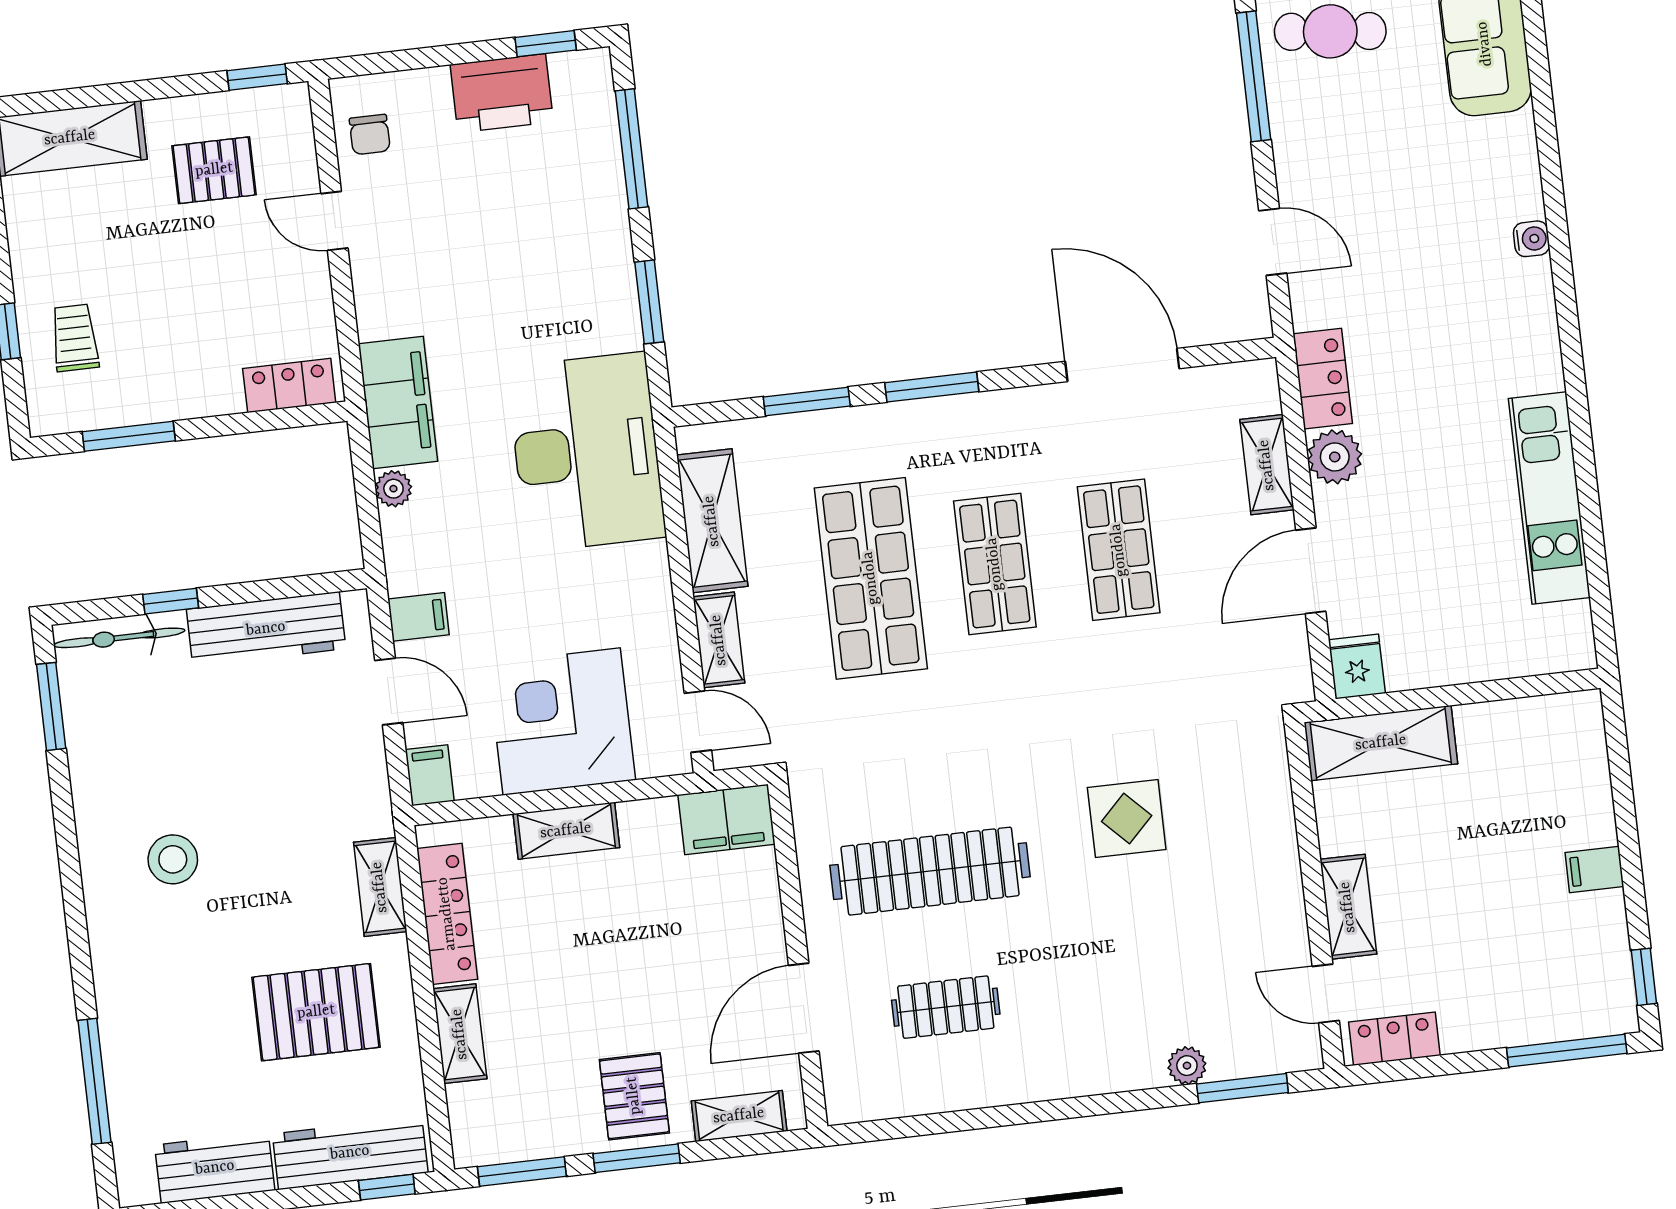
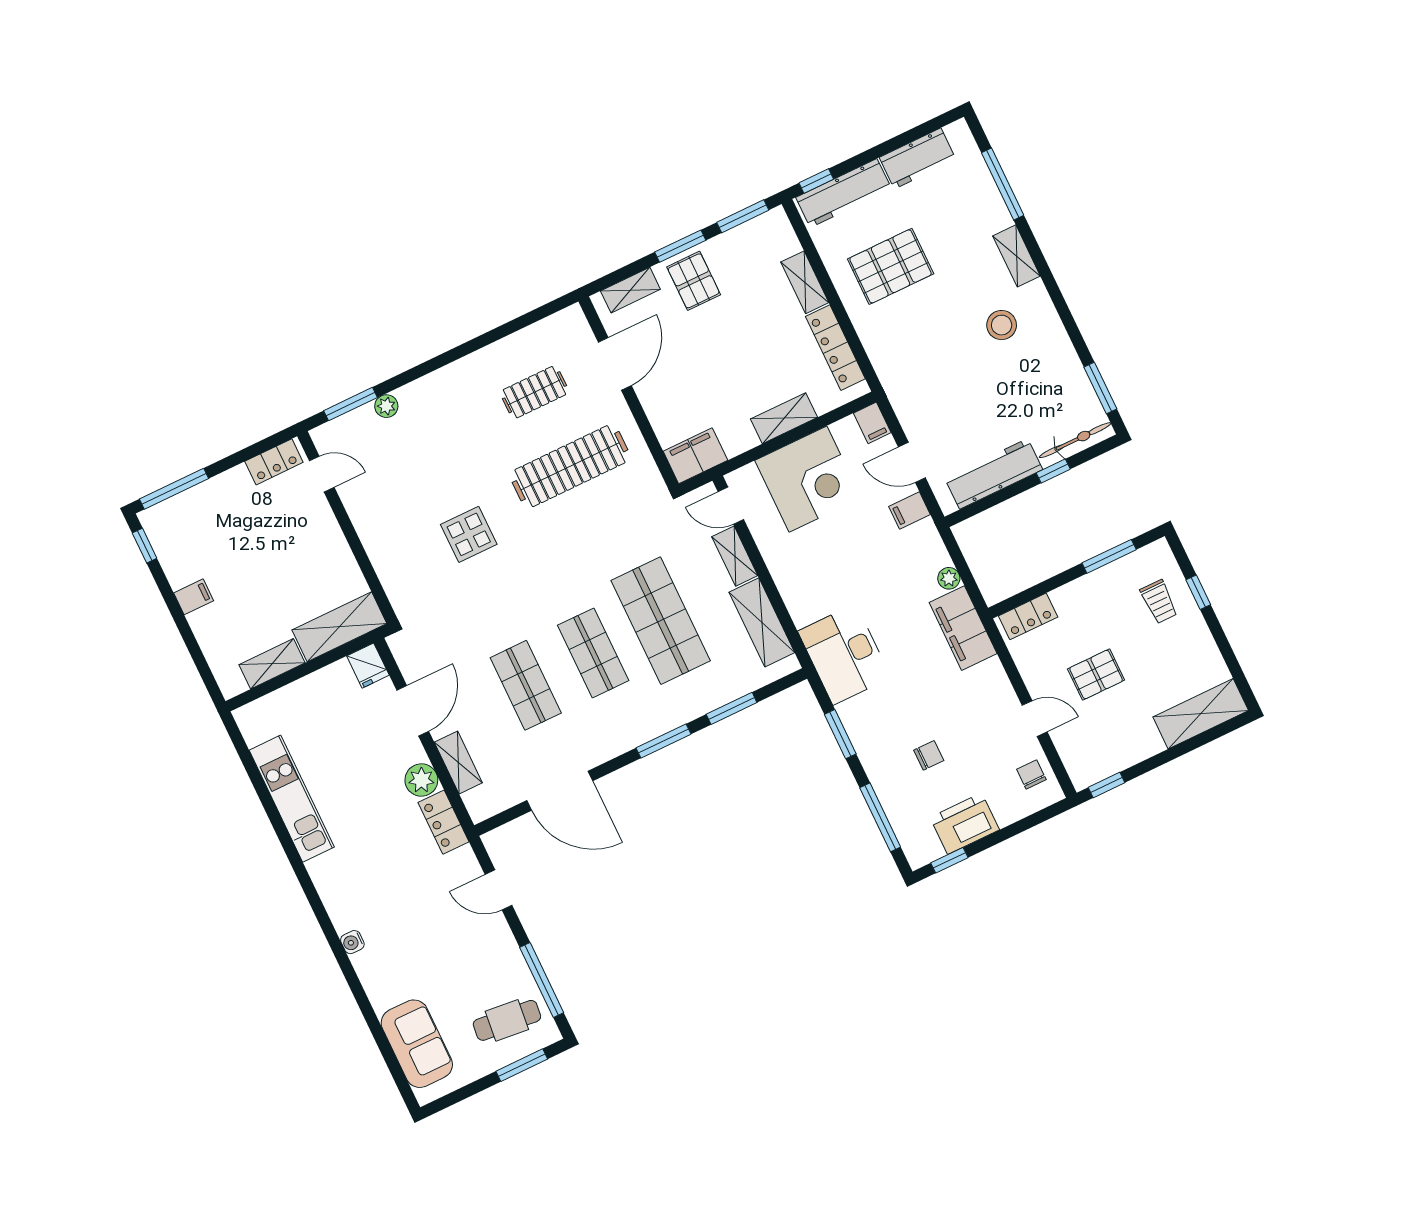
pallet: (214, 170) -> (1096, 675), moved
chair: (521, 220) -> (929, 755), added
desk: (586, 452) -> (844, 654), width x0.73, depth x0.77
shelving: (380, 887) -> (1017, 256), moved
shelving: (1348, 907) -> (272, 664), moved, turned 90

